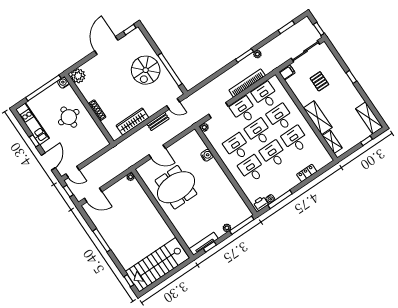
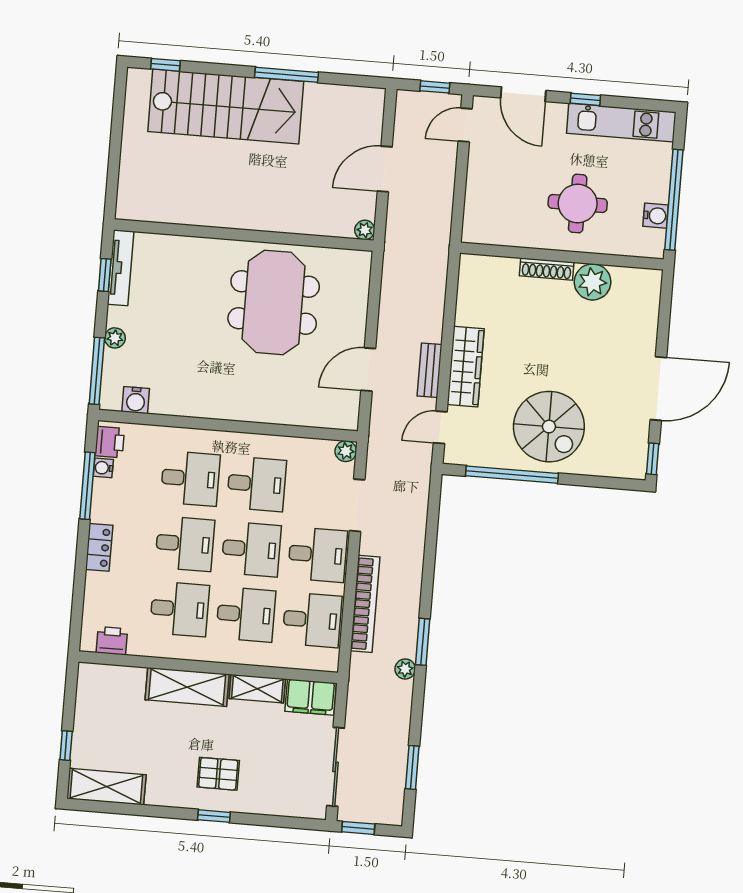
door: (106, 45) -> (658, 389), hinge flipped
spiral stairs: (146, 70) -> (549, 427), turned 180
filing cabinet: (287, 73) -> (311, 697), width x2.00
plant: (78, 76) -> (593, 282), moved
pallet: (319, 81) -> (218, 774), moved
water cooler: (63, 83) -> (656, 216), moved
wardrobe: (132, 122) -> (466, 367), moved
shelving: (332, 142) -> (257, 689), moved
door: (157, 152) -> (368, 369), moved
printer: (322, 153) -> (112, 641), added
water cooler: (207, 155) -> (136, 400), moved
locker: (307, 173) -> (99, 547), moved
door: (93, 195) -> (385, 169), moved
stairs: (157, 265) -> (226, 107), moved, turned 90

